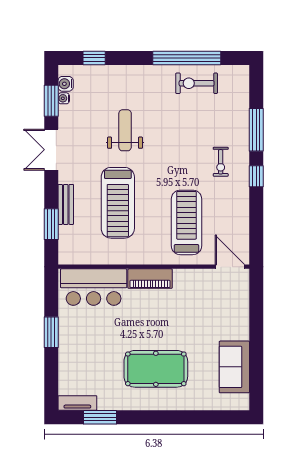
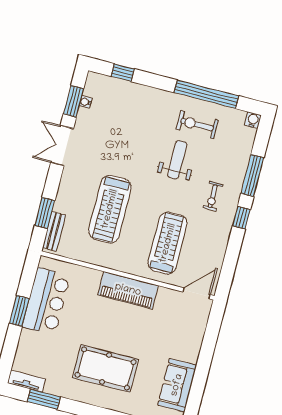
exercise bike: (197, 83) -> (197, 125), moved
water cooler: (66, 84) -> (253, 120), moved, turned 90
weight bench: (125, 130) -> (177, 160), moved
bench: (66, 204) -> (54, 231), moved
door: (230, 267) -> (196, 293), hinge flipped
piano: (150, 279) -> (128, 290), width x1.37, depth x1.33
bar counter: (94, 287) -> (46, 301), moved, turned -90

